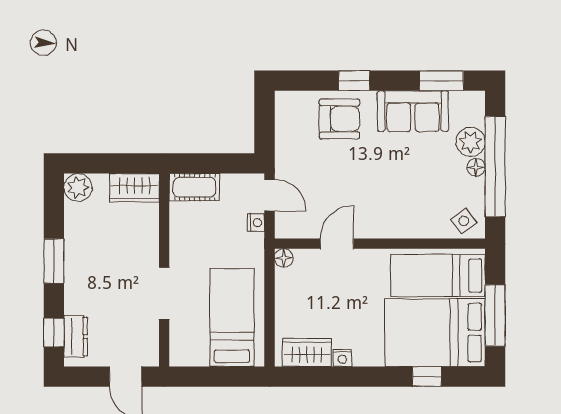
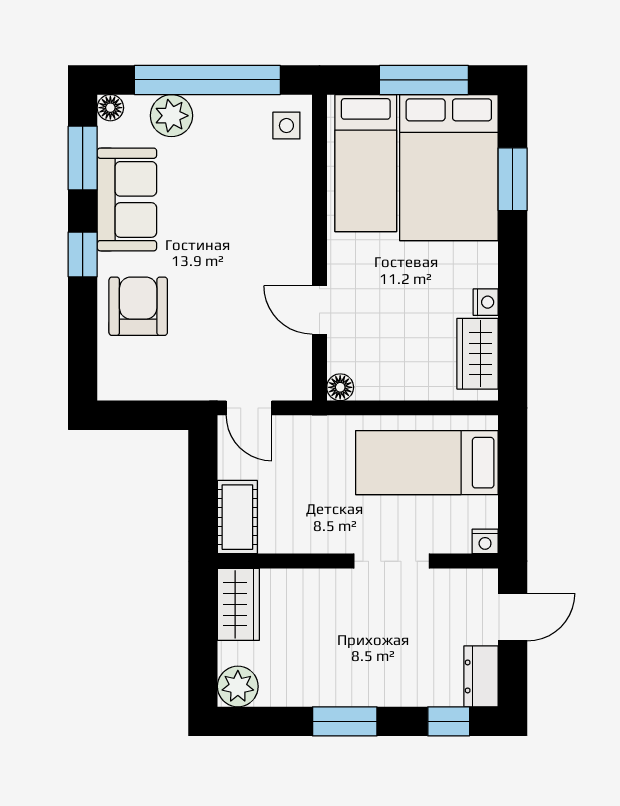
window: (354, 81) -> (83, 254), moved
floor lamp: (476, 167) -> (110, 108), moved
door: (270, 195) -> (249, 408), swing flipped
side table: (464, 221) -> (286, 126), turned 37
nightstand: (256, 222) -> (485, 541), moved, turned 180
dresser: (76, 337) -> (481, 676), moved, turned -90
window: (427, 377) -> (513, 179), width x1.50

